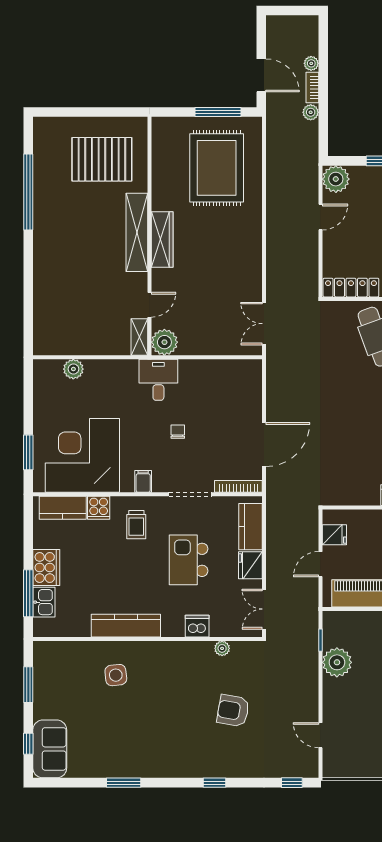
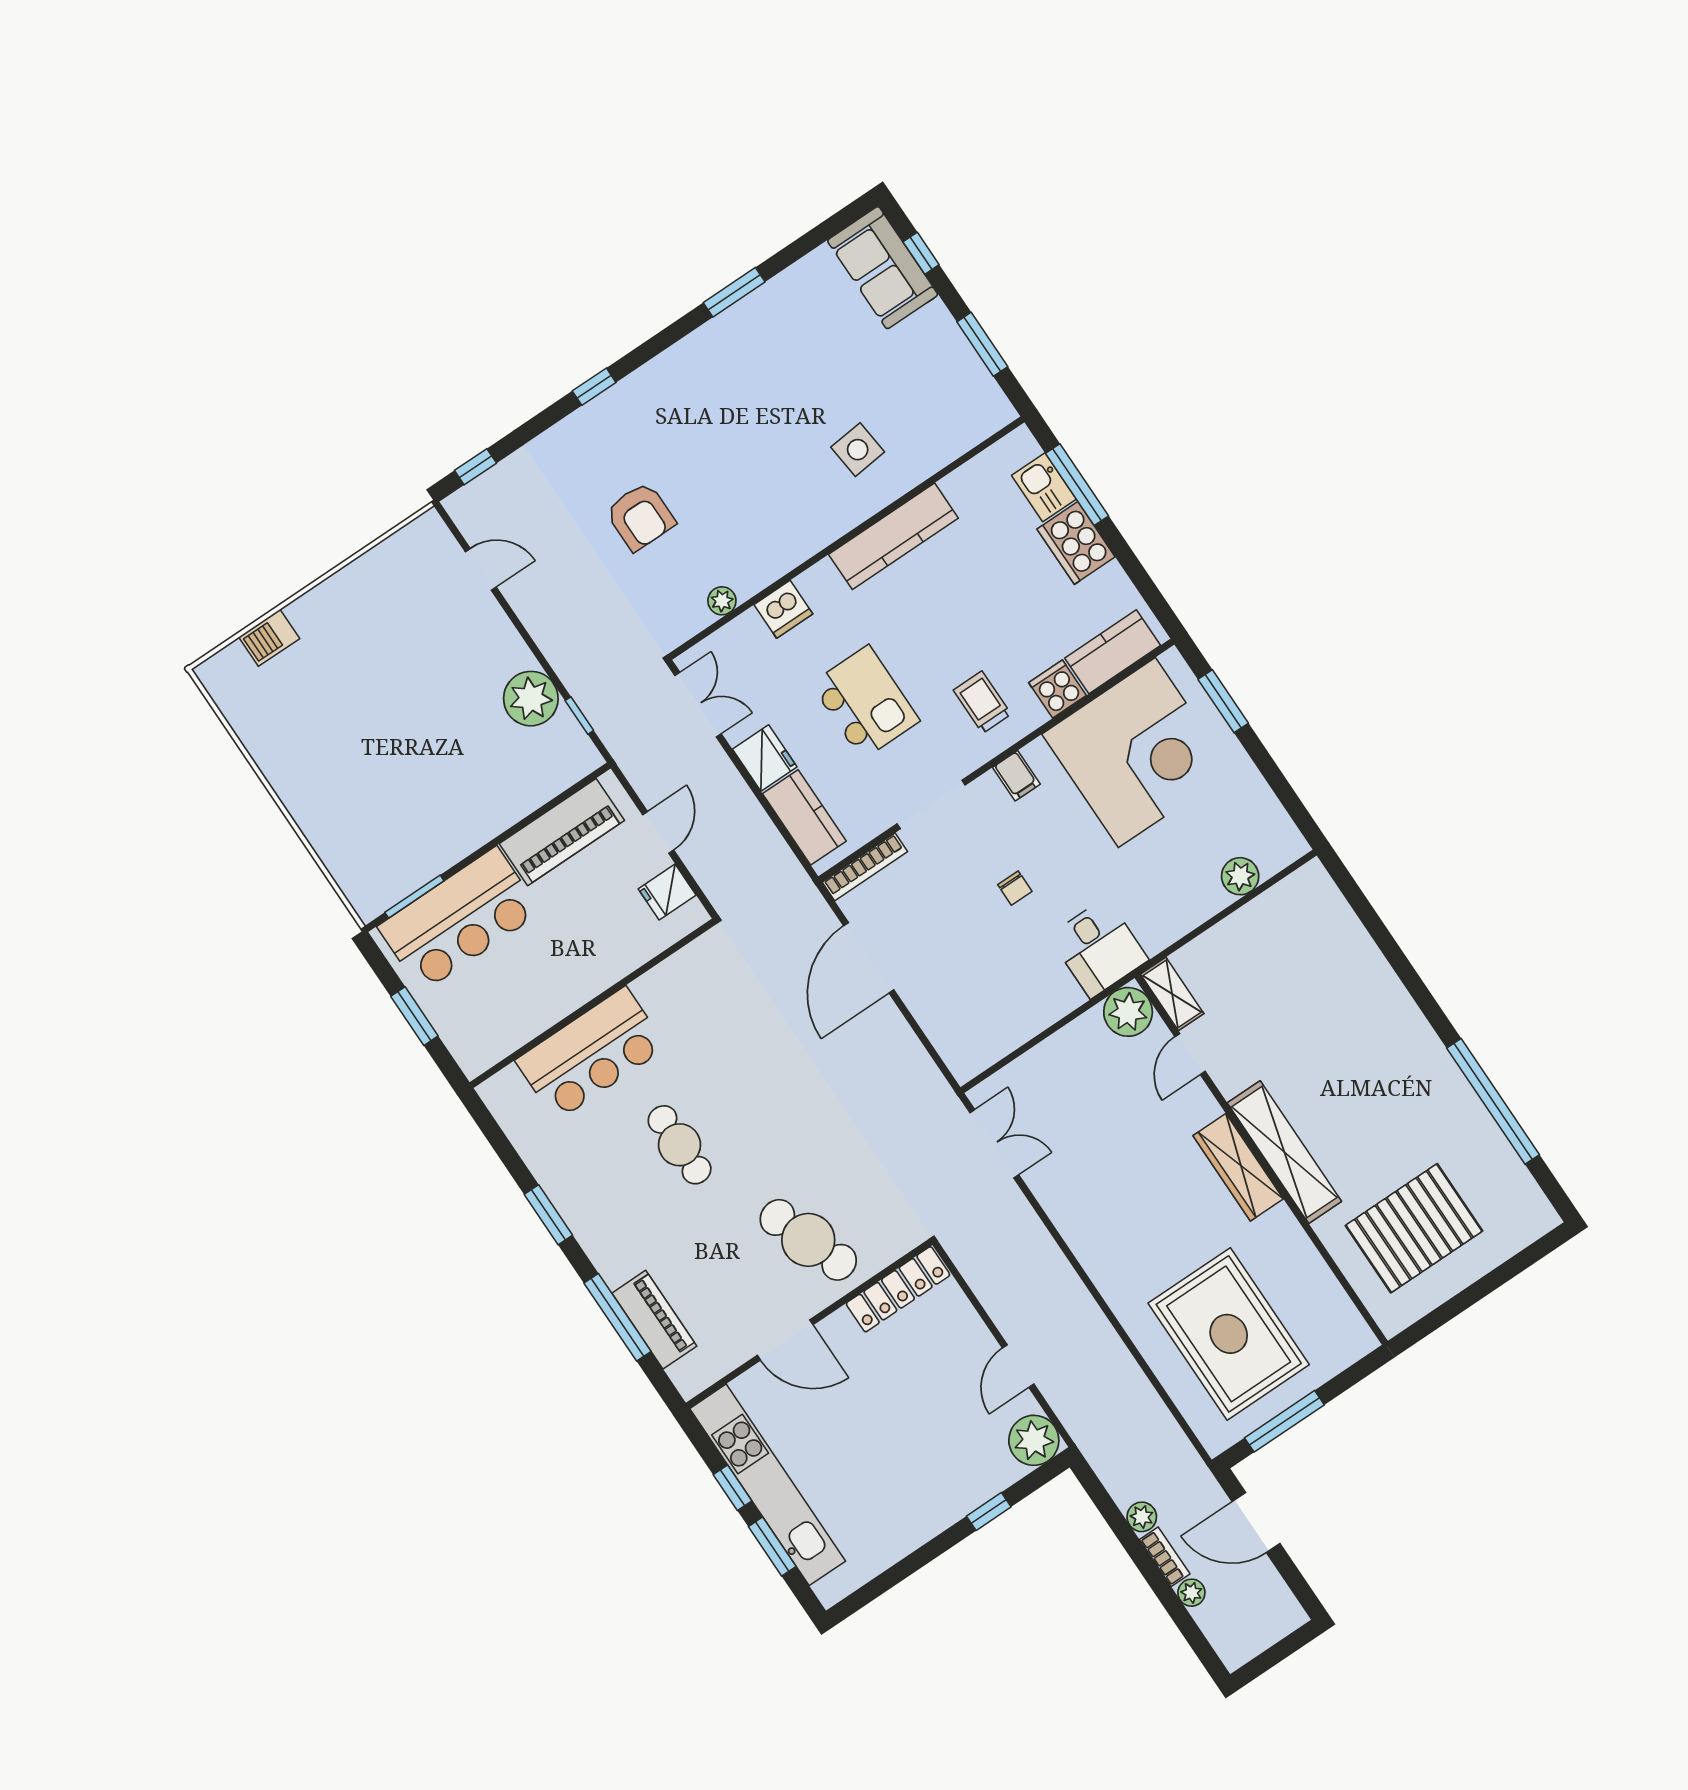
armchair: (233, 711) -> (640, 516), turned 80

